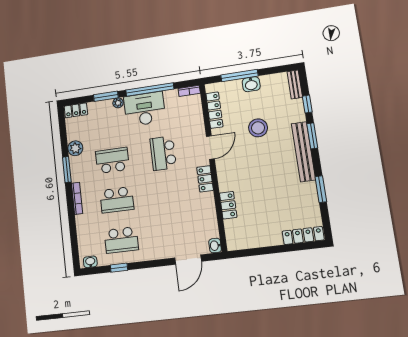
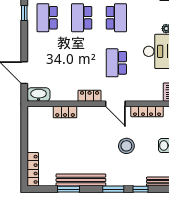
bench: (303, 152) -> (81, 180), moved
school desk: (163, 153) -> (116, 63), turned -90
washbasin: (215, 246) -> (39, 95), width x1.91, depth x1.45

